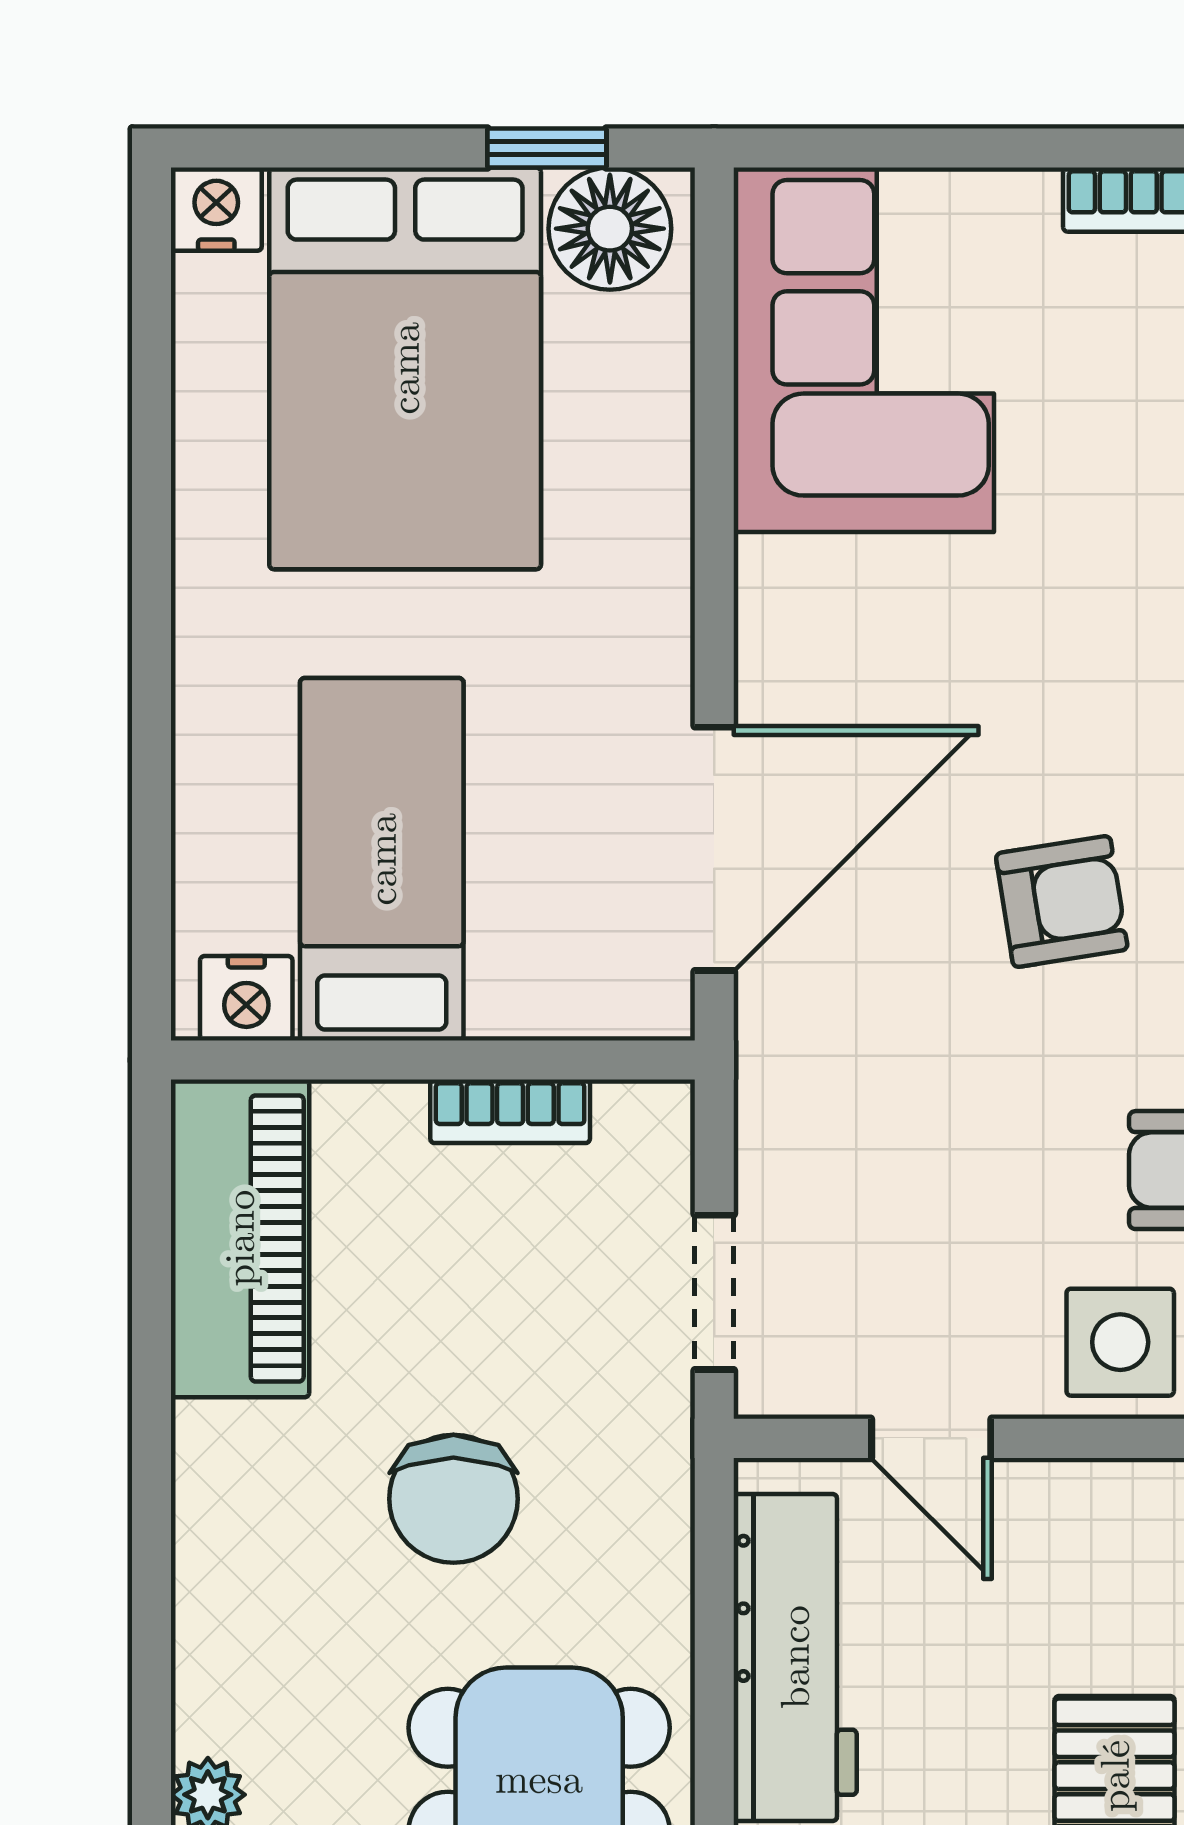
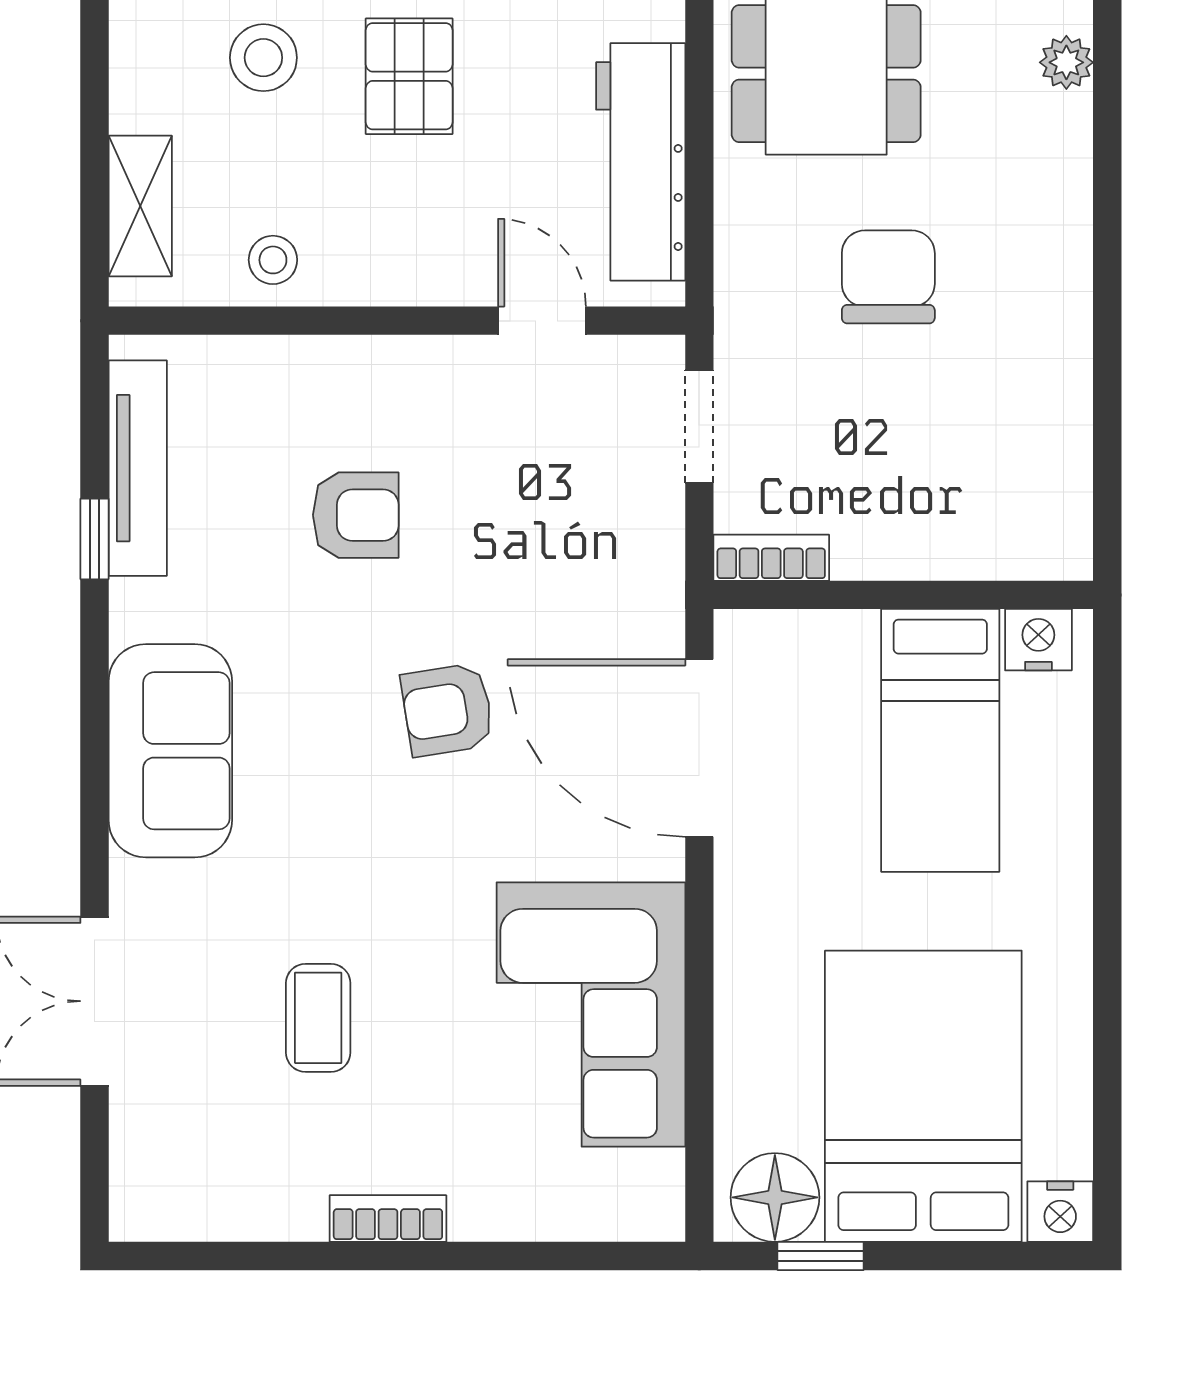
corner sofa: (864, 350) -> (591, 1015), moved
door: (714, 849) -> (699, 748), hinge flipped
bookcase: (510, 1111) -> (771, 558), moved
piano: (240, 1238) -> (1043, 466), removed
side table: (1120, 1342) -> (405, 390), removed

